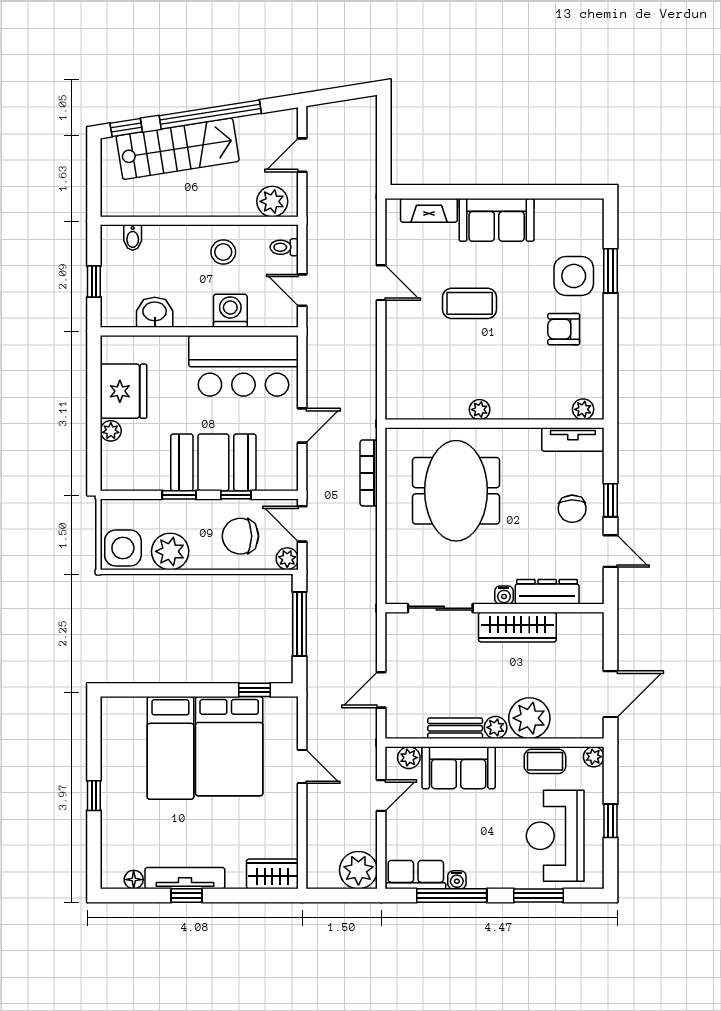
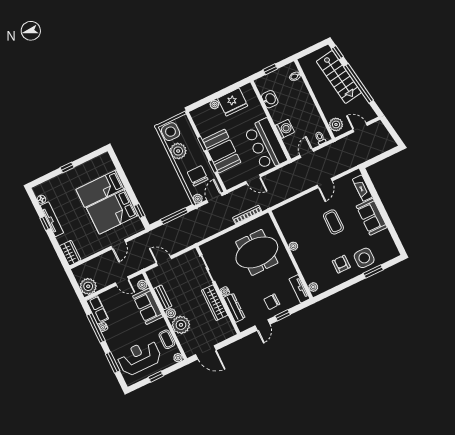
stool: (223, 252) -> (307, 115), removed

